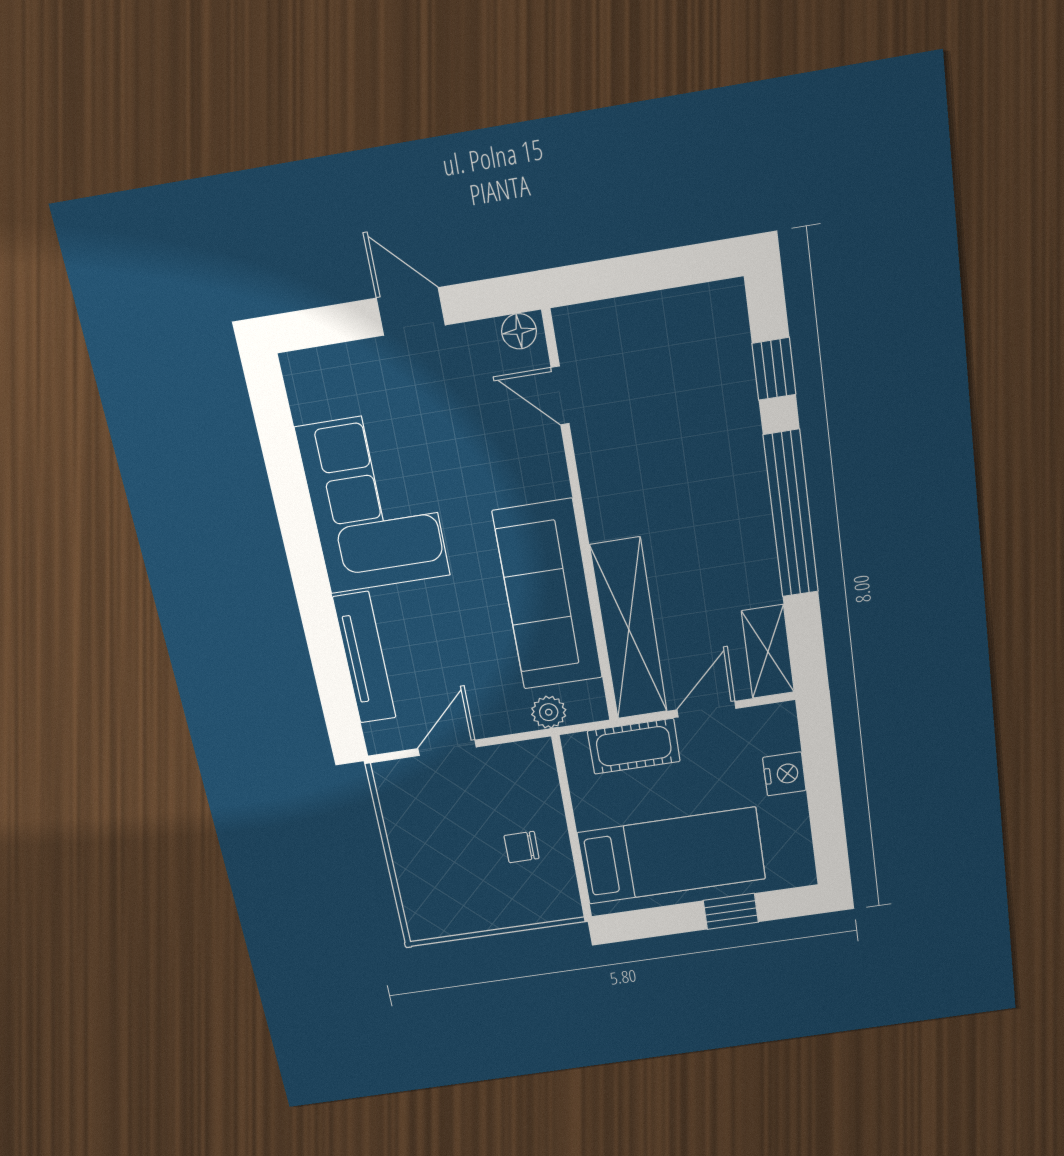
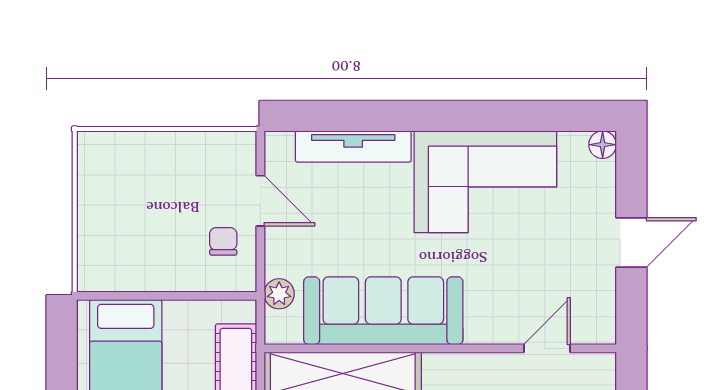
floor lamp: (519, 331) -> (603, 145), moved
chair: (522, 847) -> (223, 241), moved

